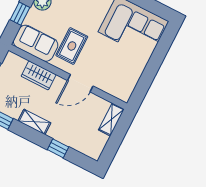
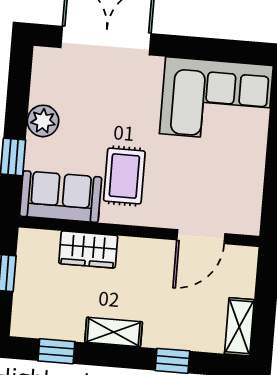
door: (80, 83) -> (201, 237), moved
shelving: (111, 120) -> (239, 327), moved

